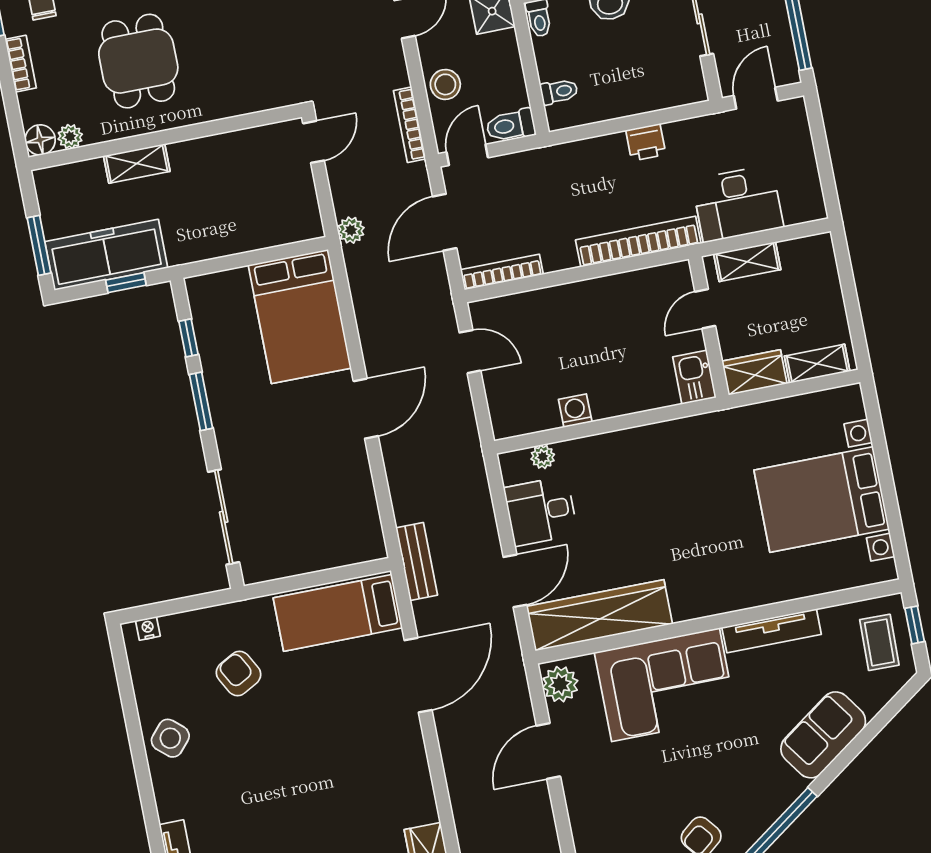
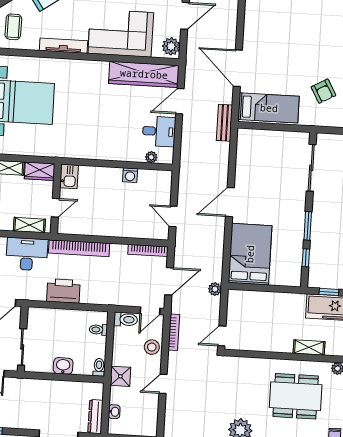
dining table: (138, 61) -> (296, 396), width x1.38
printer: (646, 142) -> (63, 291), width x1.87, depth x1.48
door: (418, 675) -> (238, 68), hinge flipped

